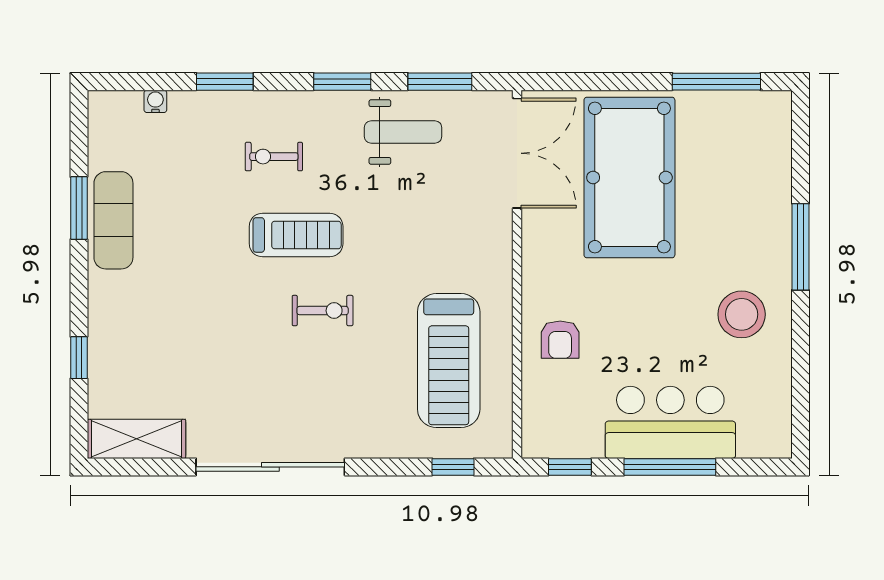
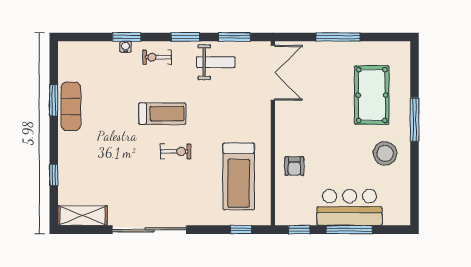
window: (716, 82) -> (338, 37), moved
water cooler: (155, 101) -> (126, 47), moved
exercise bike: (274, 157) -> (157, 57), moved
pool table: (629, 177) -> (372, 95), moved, width x0.73, depth x0.76

